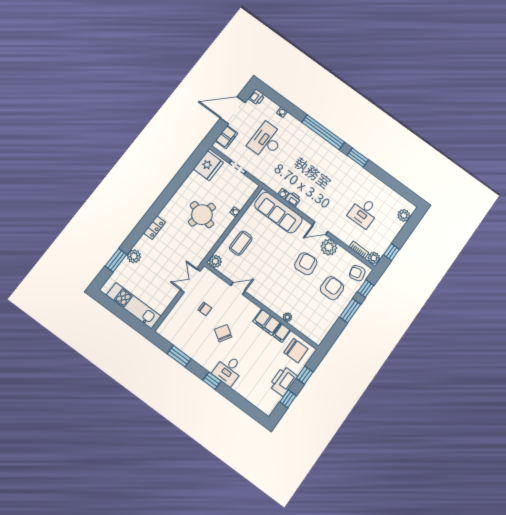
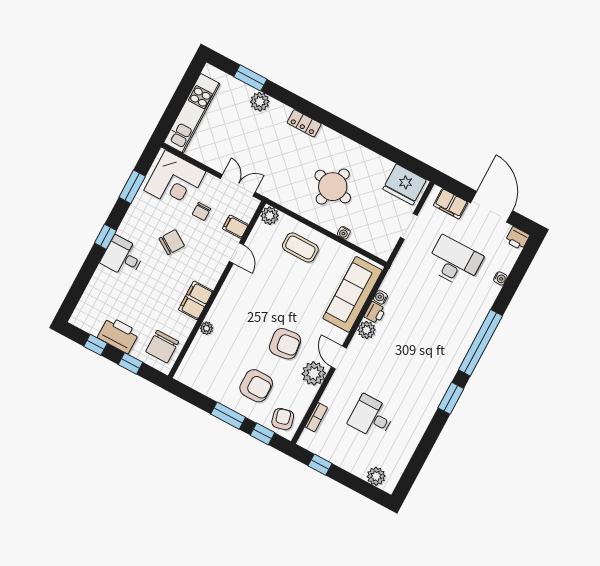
plant: (374, 258) -> (367, 330), moved
corner desk: (180, 325) -> (175, 181), added
filing cabinet: (282, 333) -> (235, 227), moved

